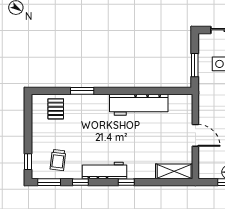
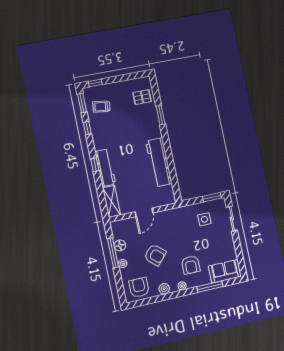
window: (195, 65) -> (212, 197), moved
workbench: (105, 171) -> (105, 168), moved

